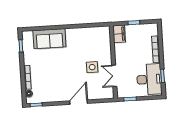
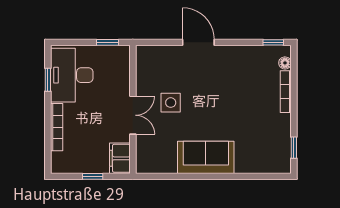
sofa: (49, 39) -> (206, 157), moved
double door: (114, 76) -> (133, 115), moved
door: (79, 102) -> (198, 42), swing flipped

